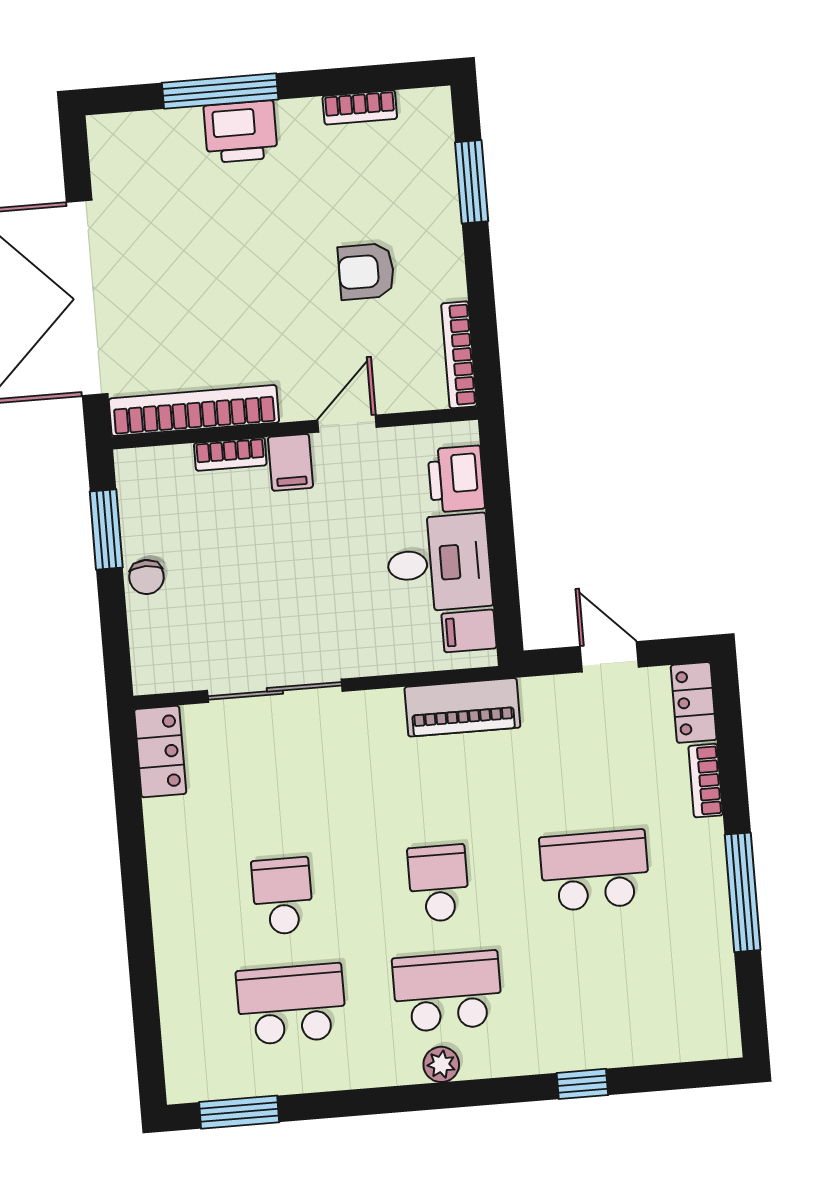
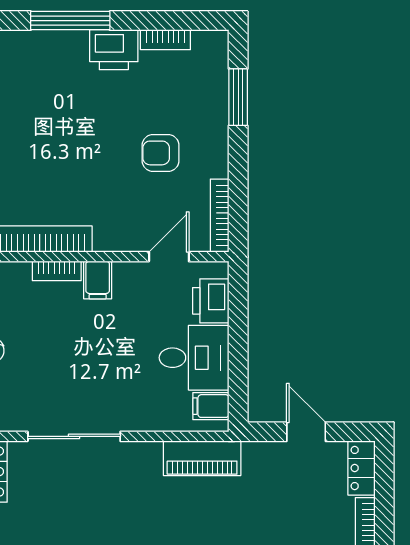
printer: (241, 132) -> (114, 50), moved
door: (347, 424) -> (169, 257), moved

